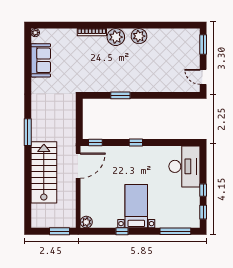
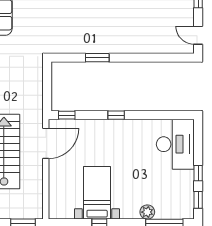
bed with nightstands: (136, 206) -> (97, 193), moved
plant: (86, 222) -> (147, 212), moved

